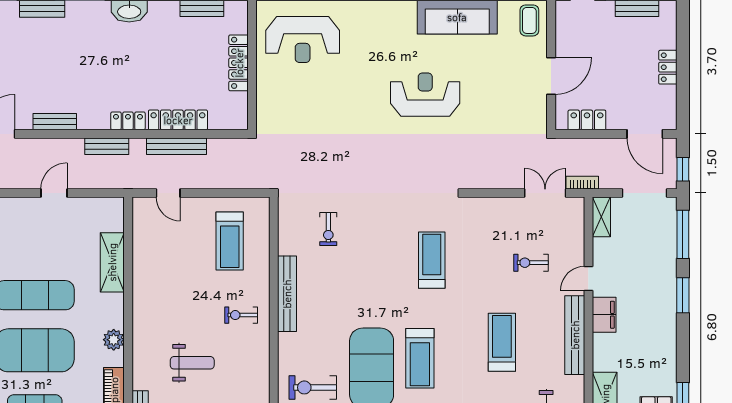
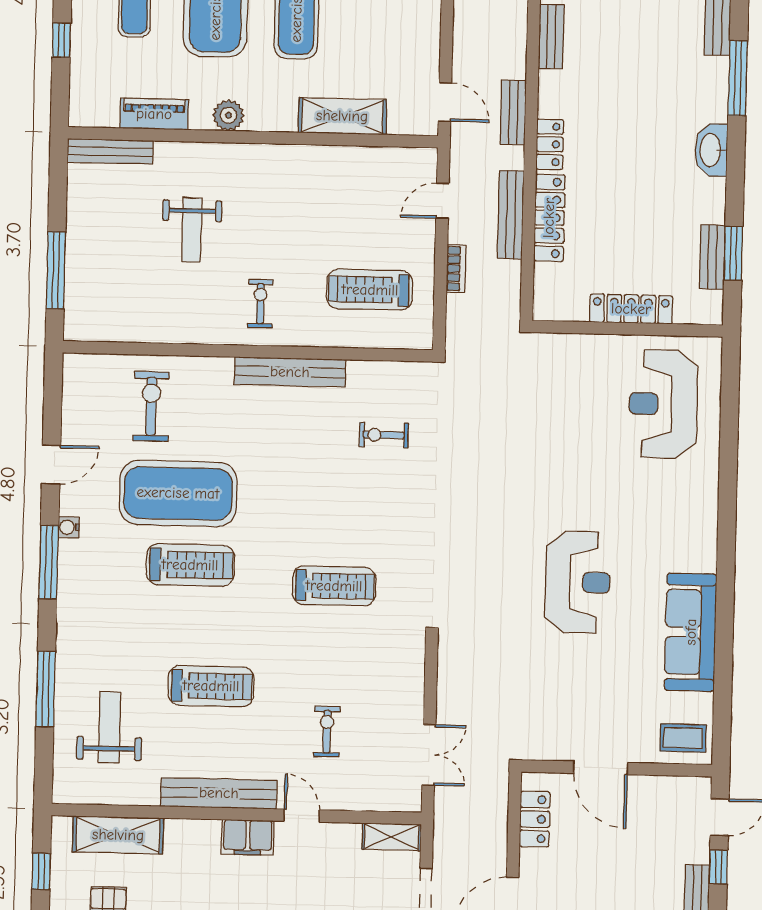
bookcase: (582, 183) -> (456, 269), moved
door: (54, 193) -> (445, 102), moved
treadmill: (420, 358) -> (190, 565), turned 180

